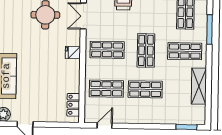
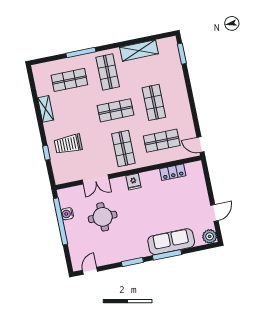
shop shelf: (106, 89) -> (162, 141), turned 90
locker: (73, 105) -> (173, 172), moved
door: (105, 126) -> (200, 145), moved

